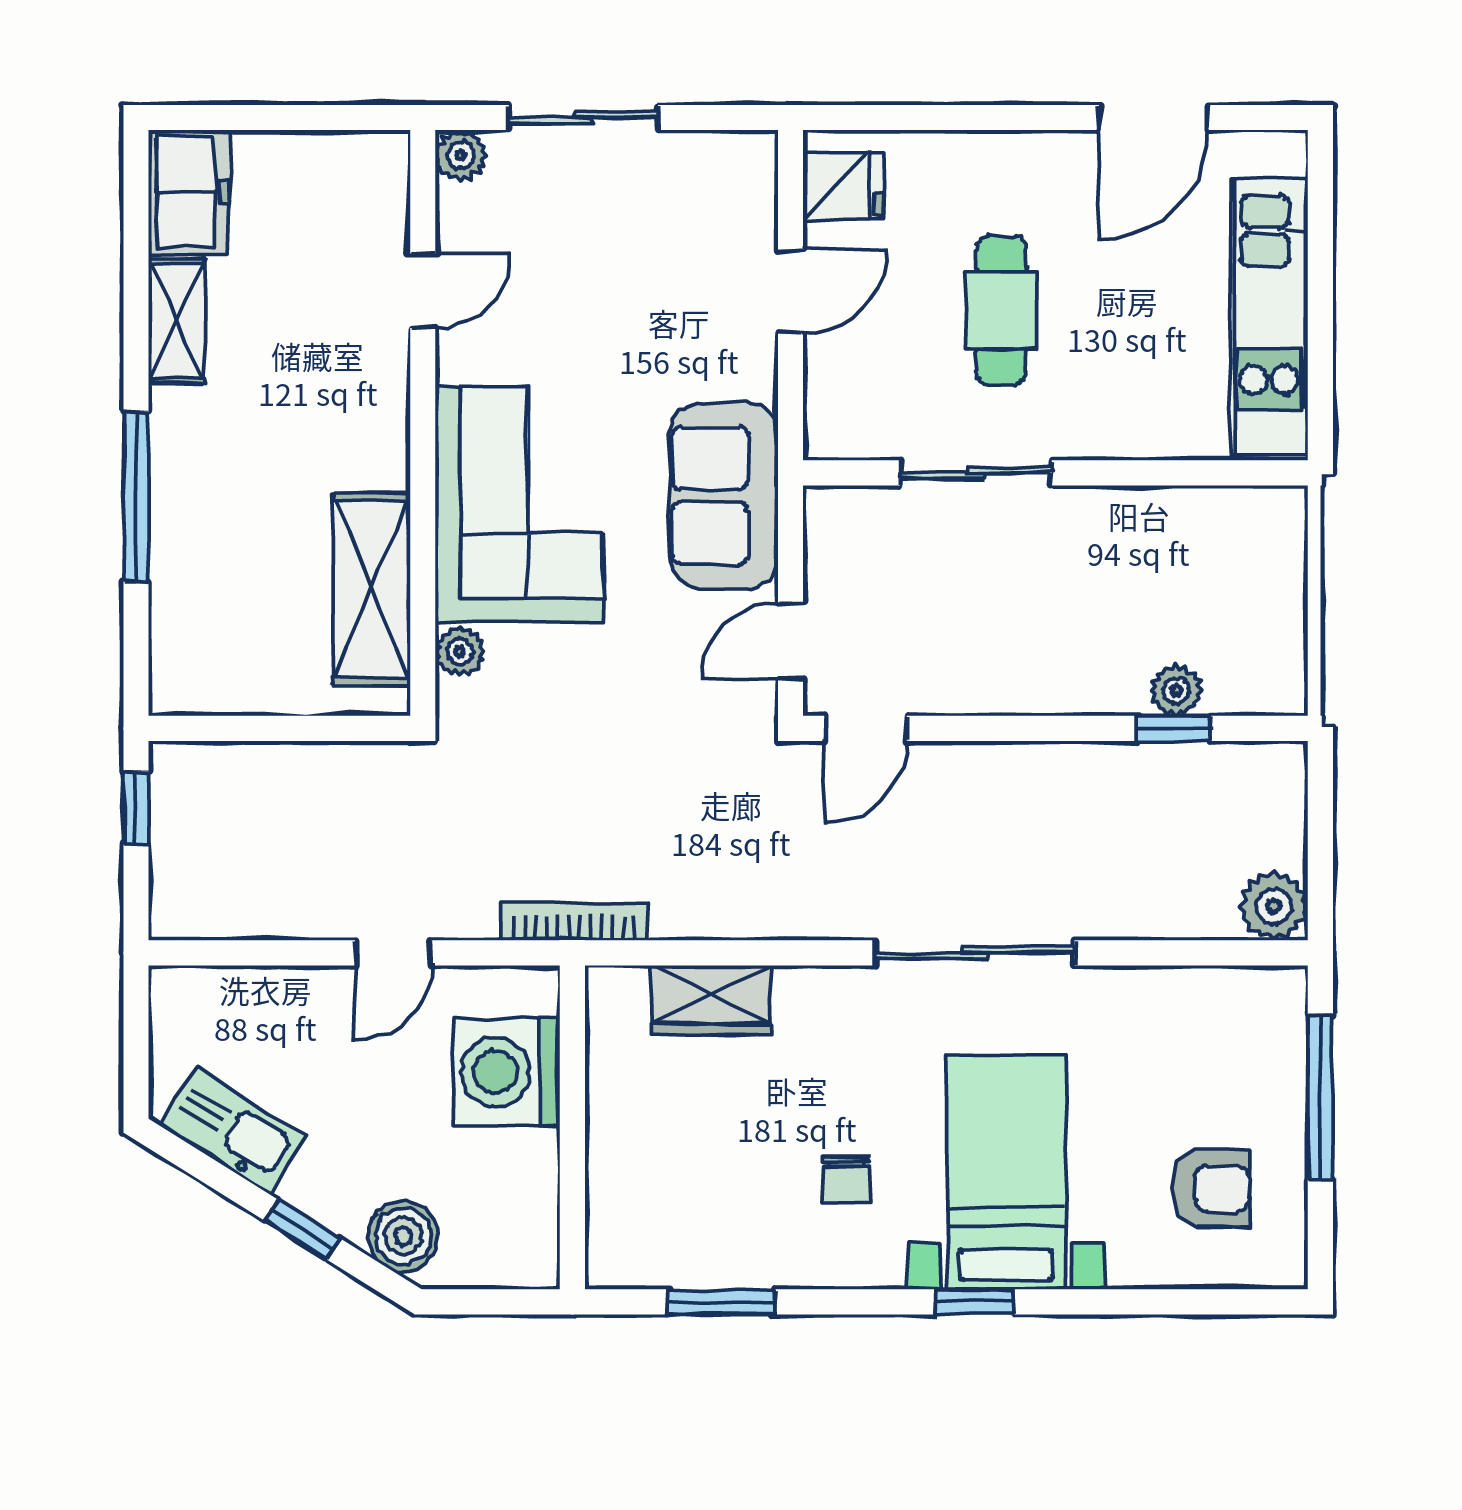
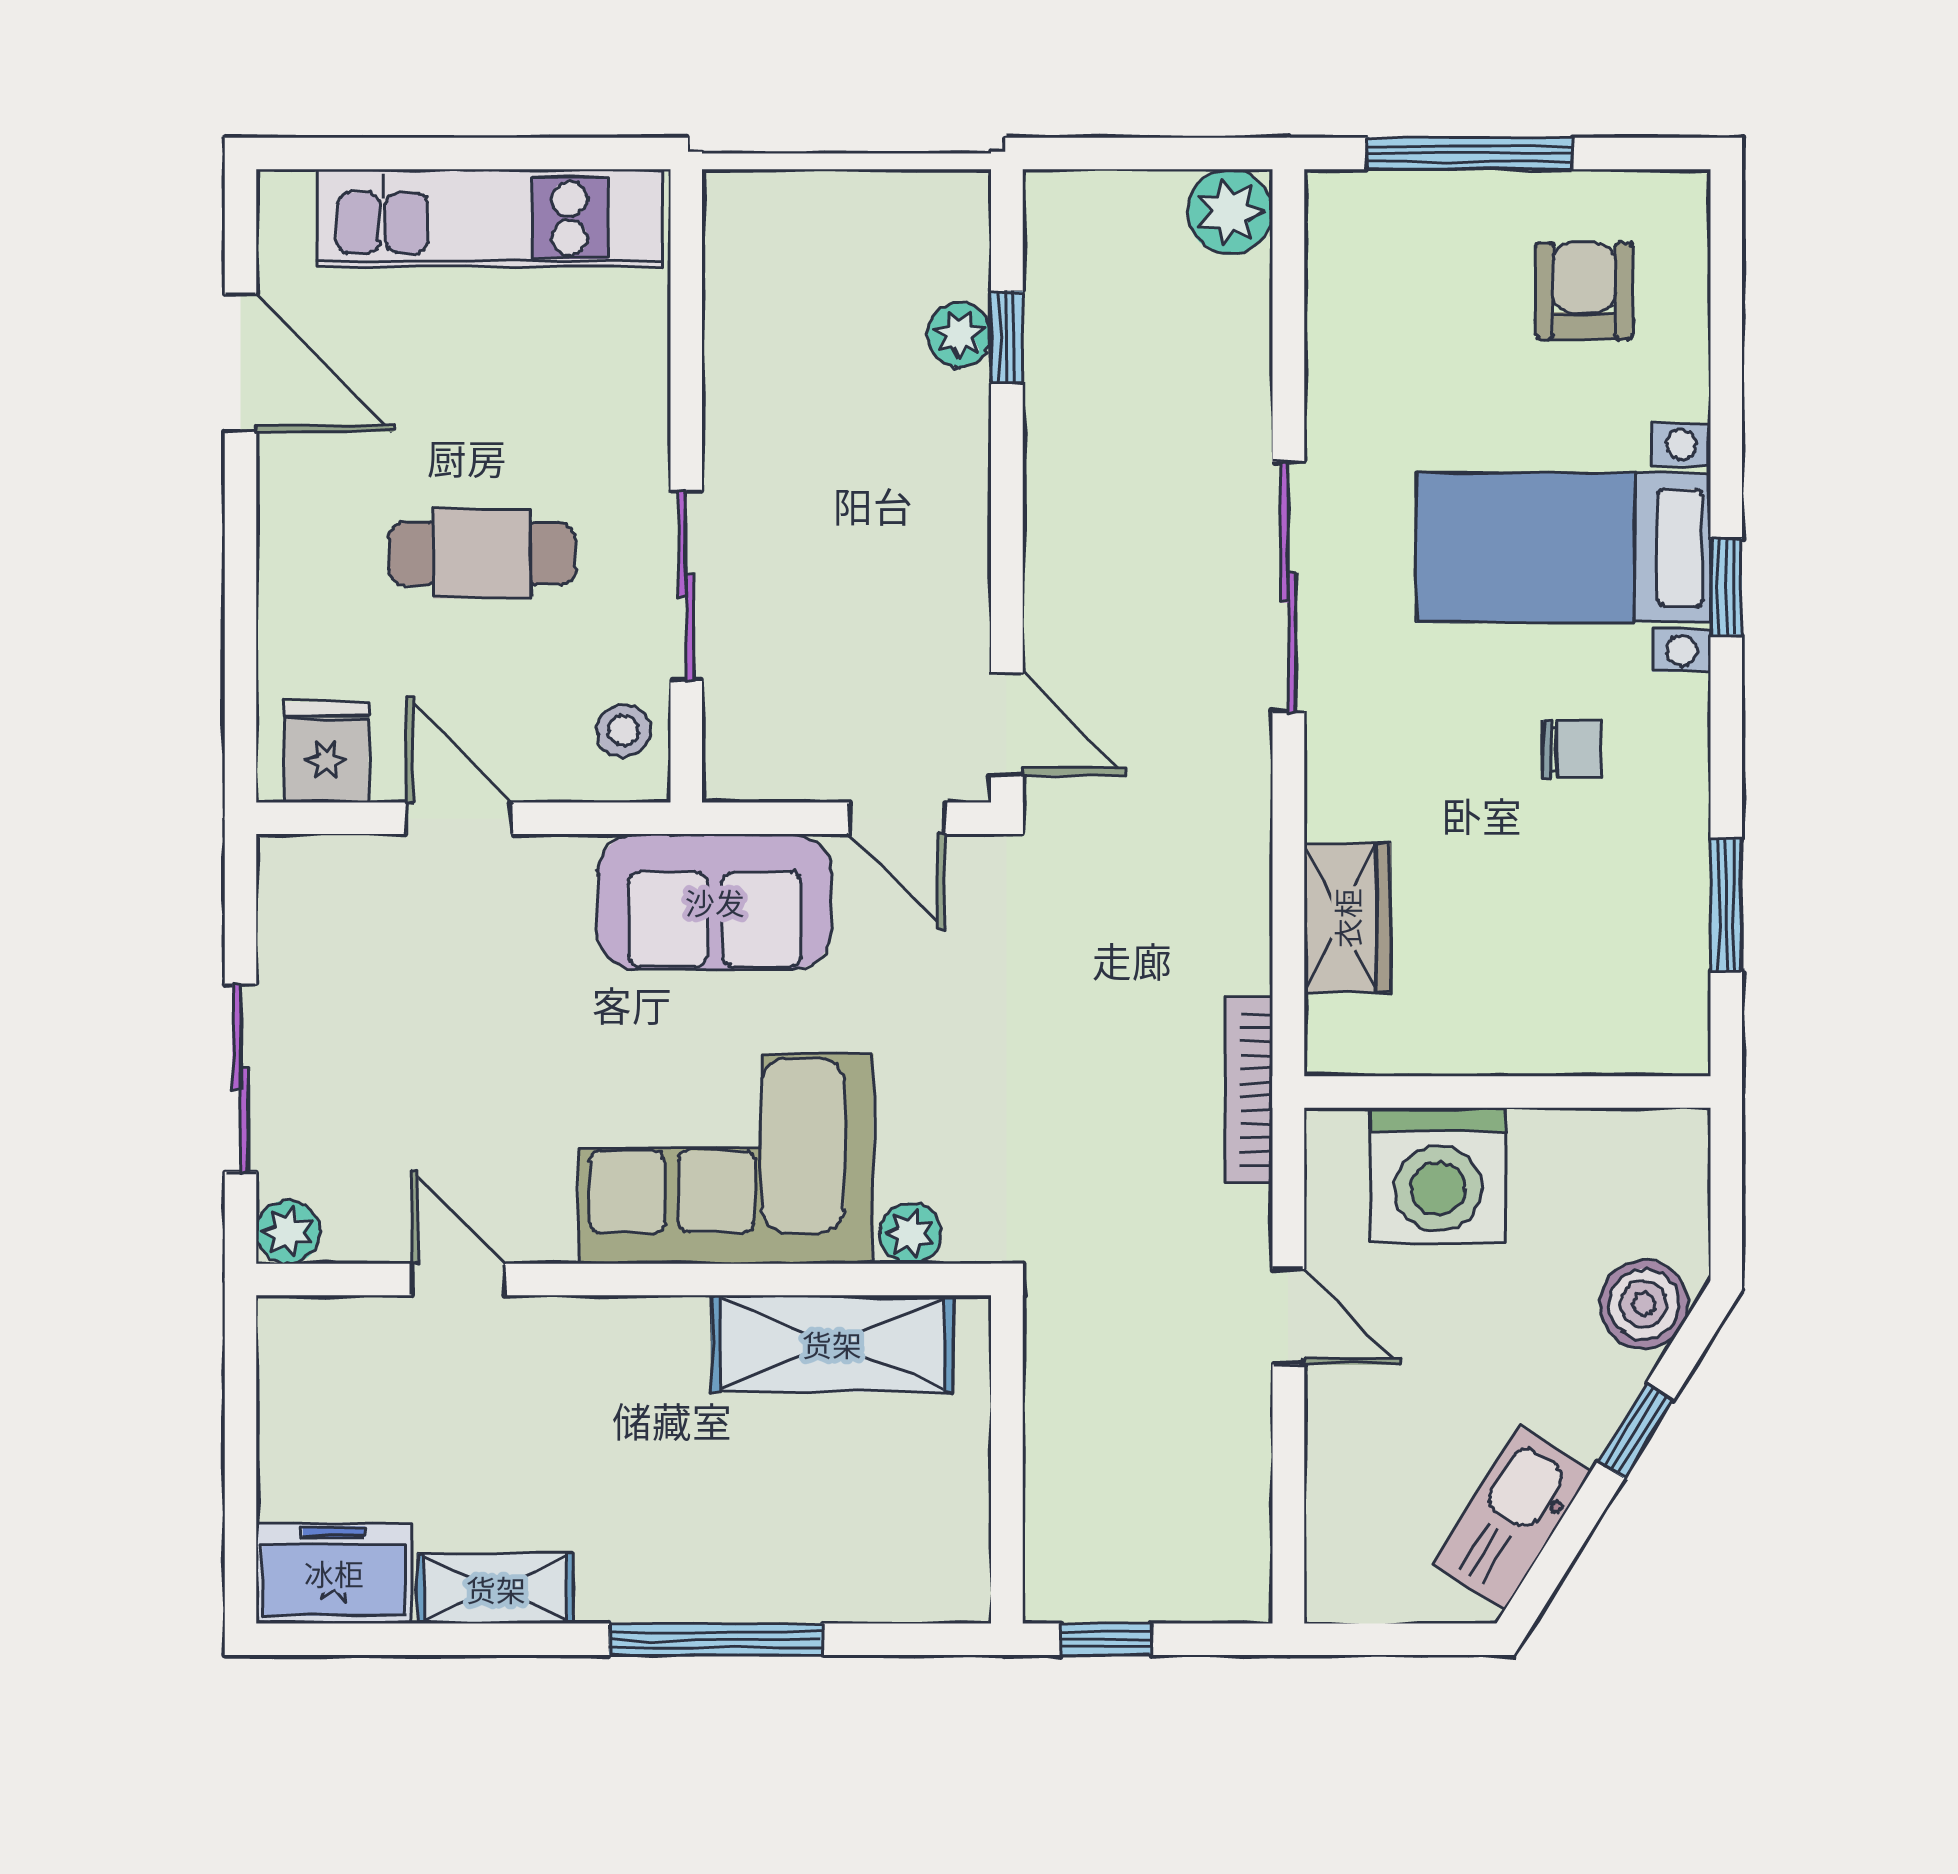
stool: (860, 422) -> (623, 731), added

